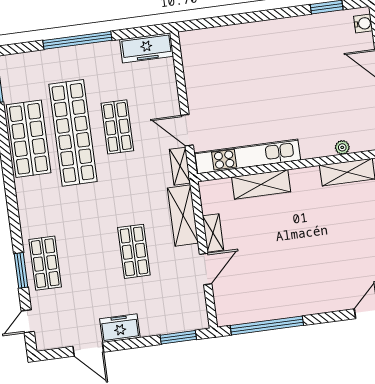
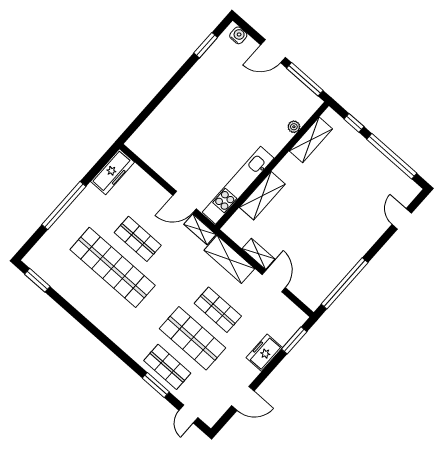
shop shelf: (29, 139) -> (193, 338), moved
freezer: (120, 328) -> (264, 353), moved

